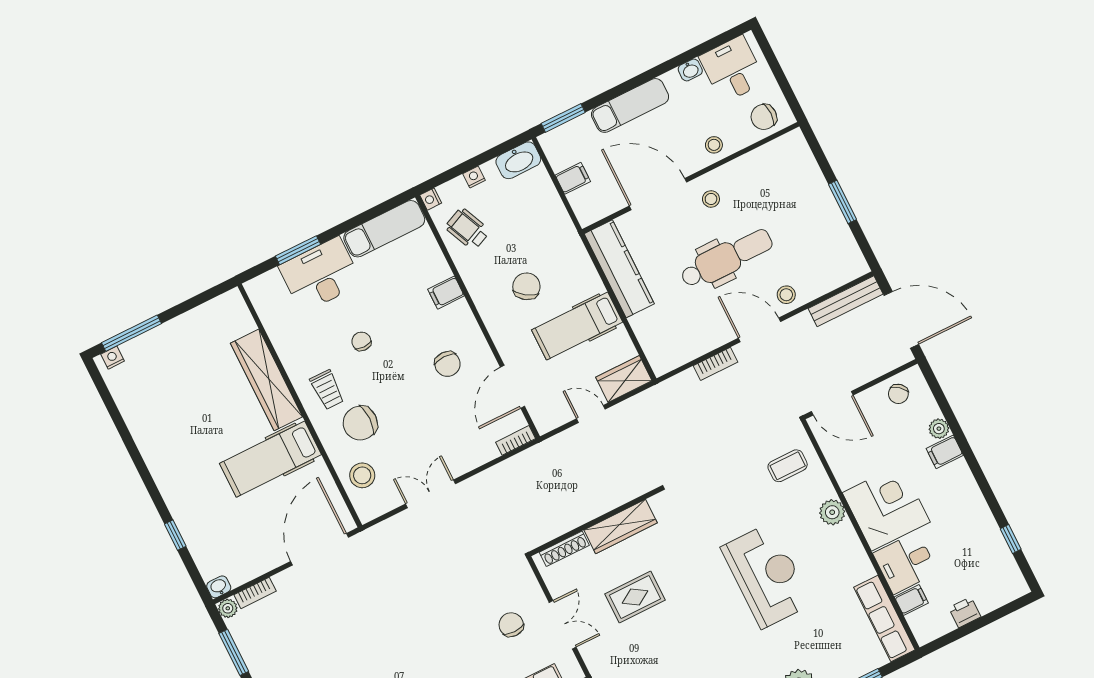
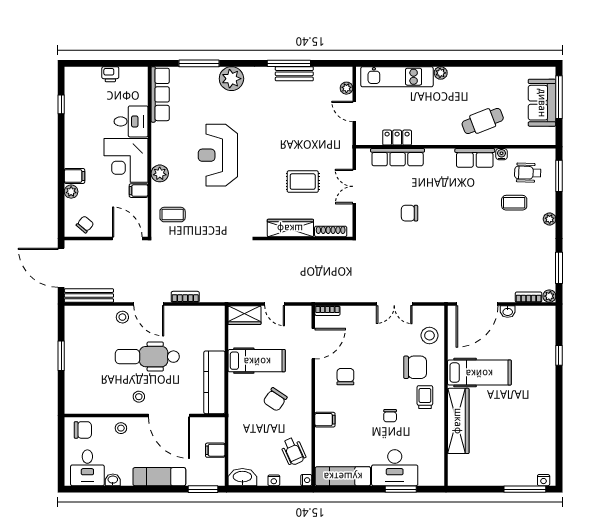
washbasin: (219, 587) -> (508, 312), moved
filing cabinet: (911, 600) -> (139, 191), moved
chair: (511, 625) -> (409, 213), moved, turned 90

